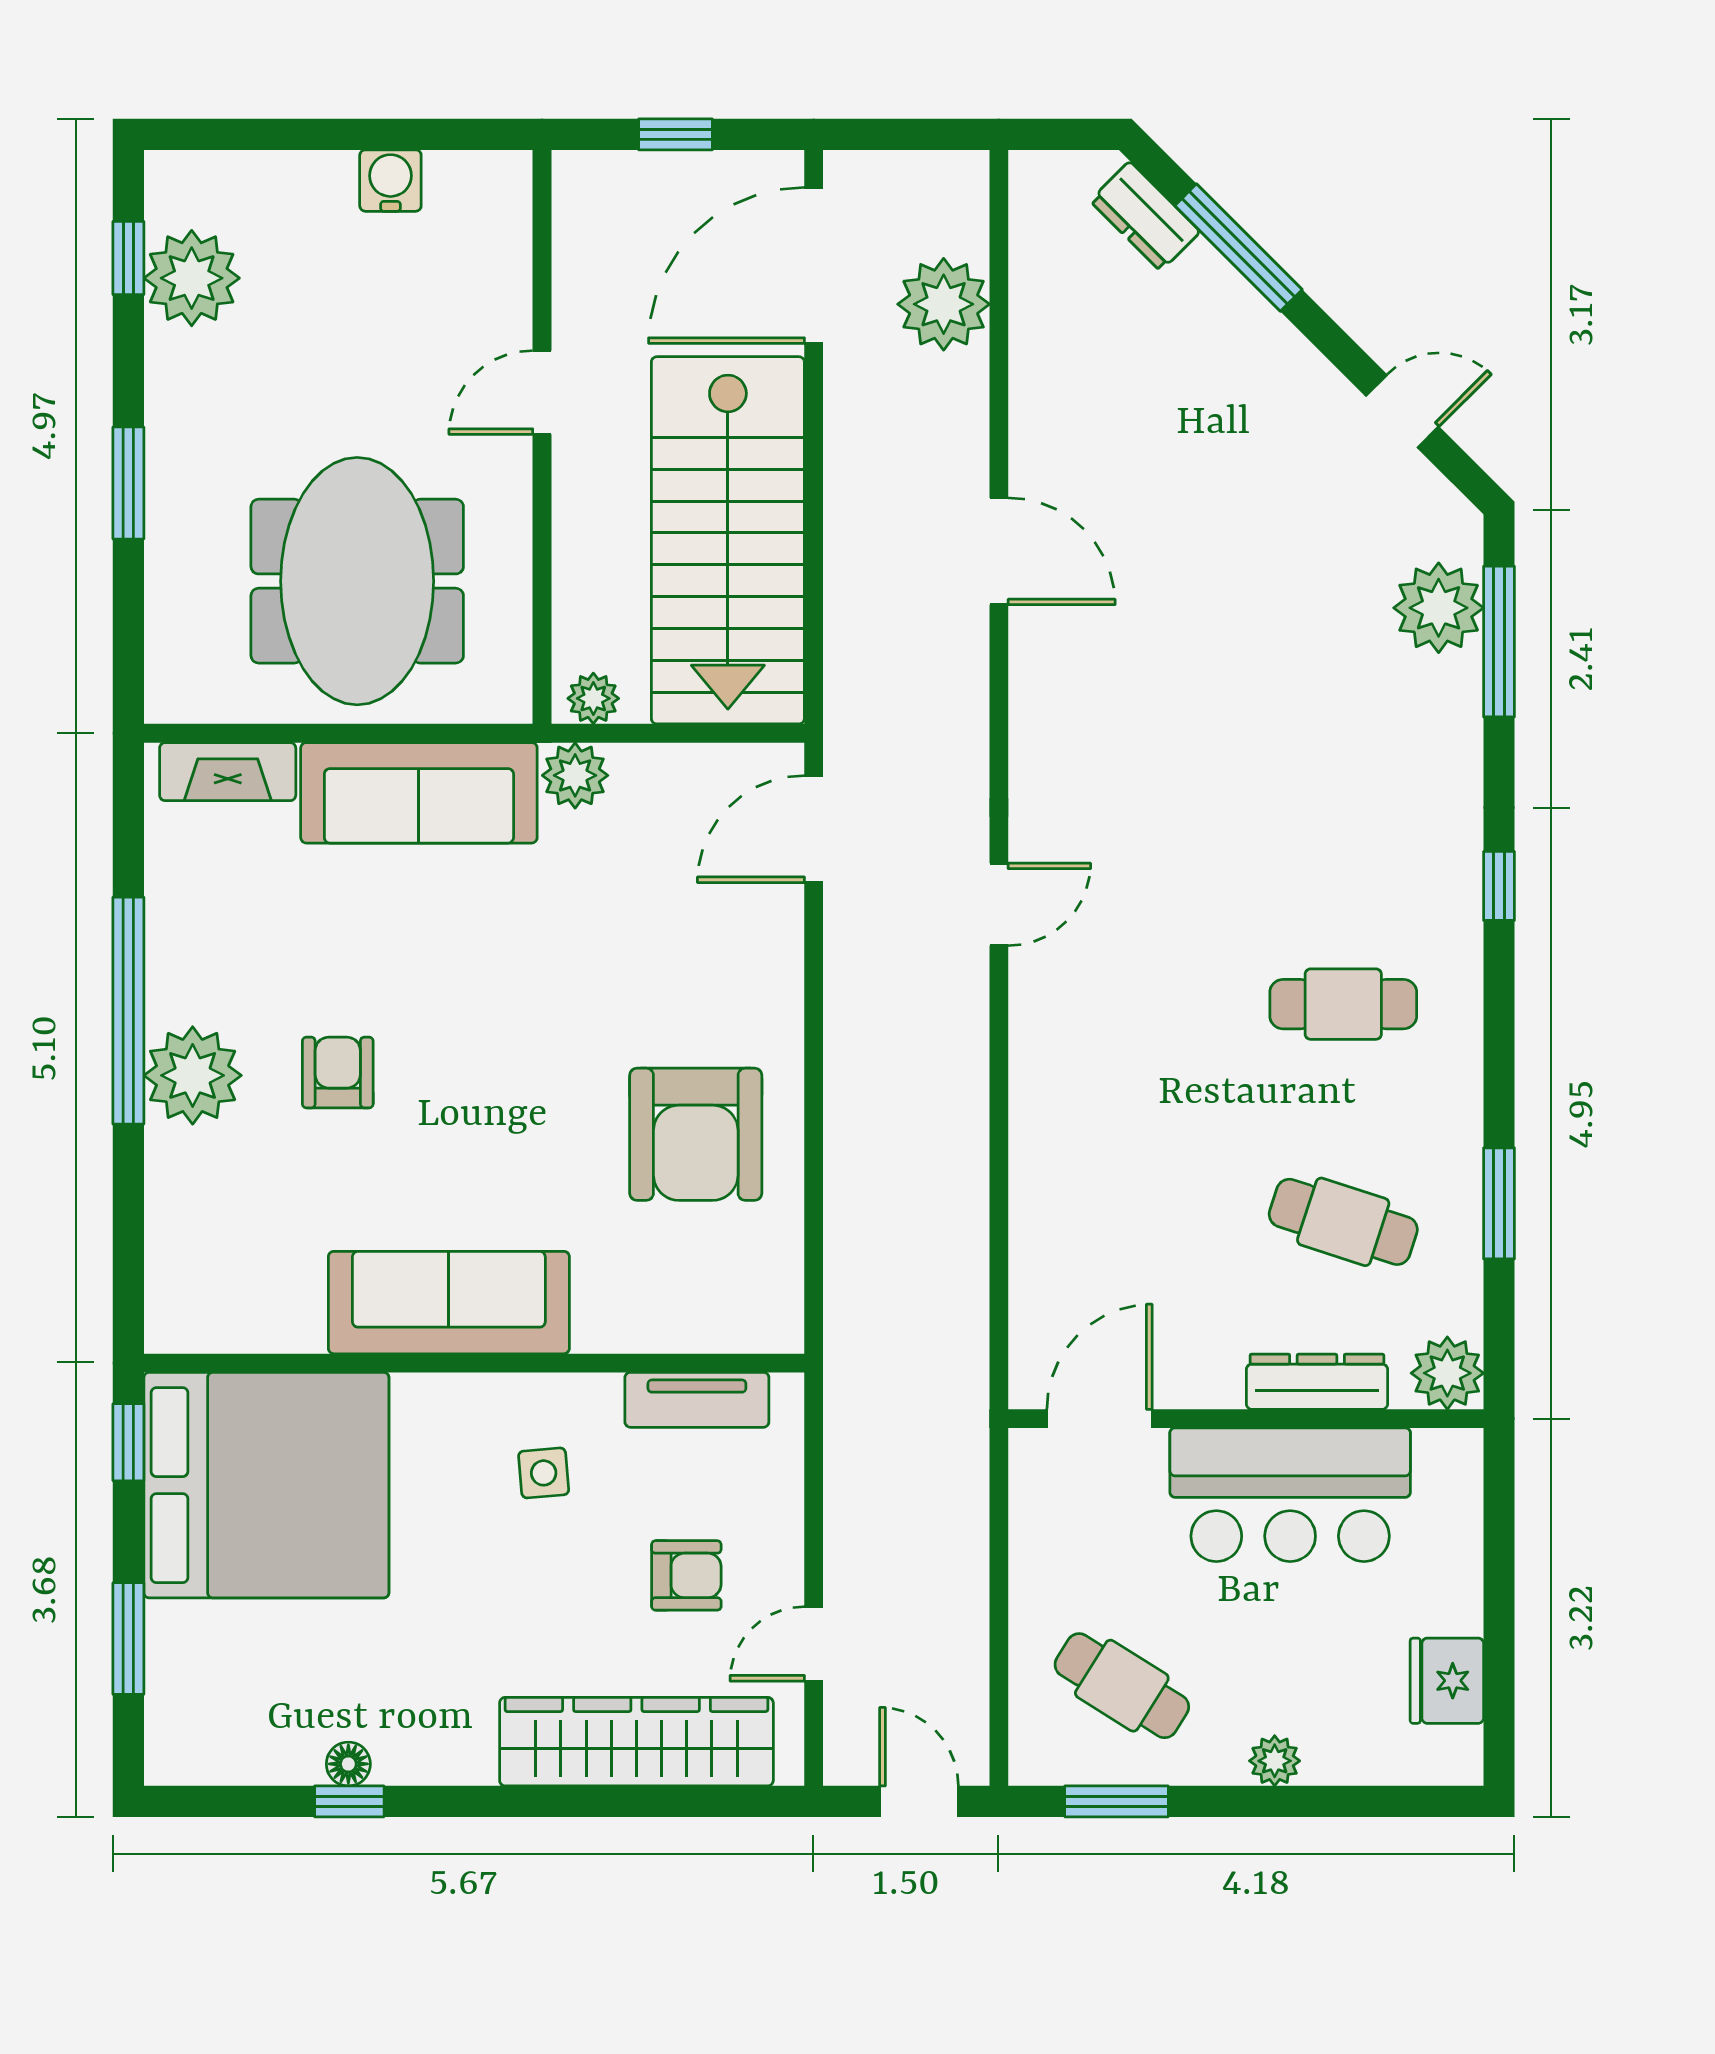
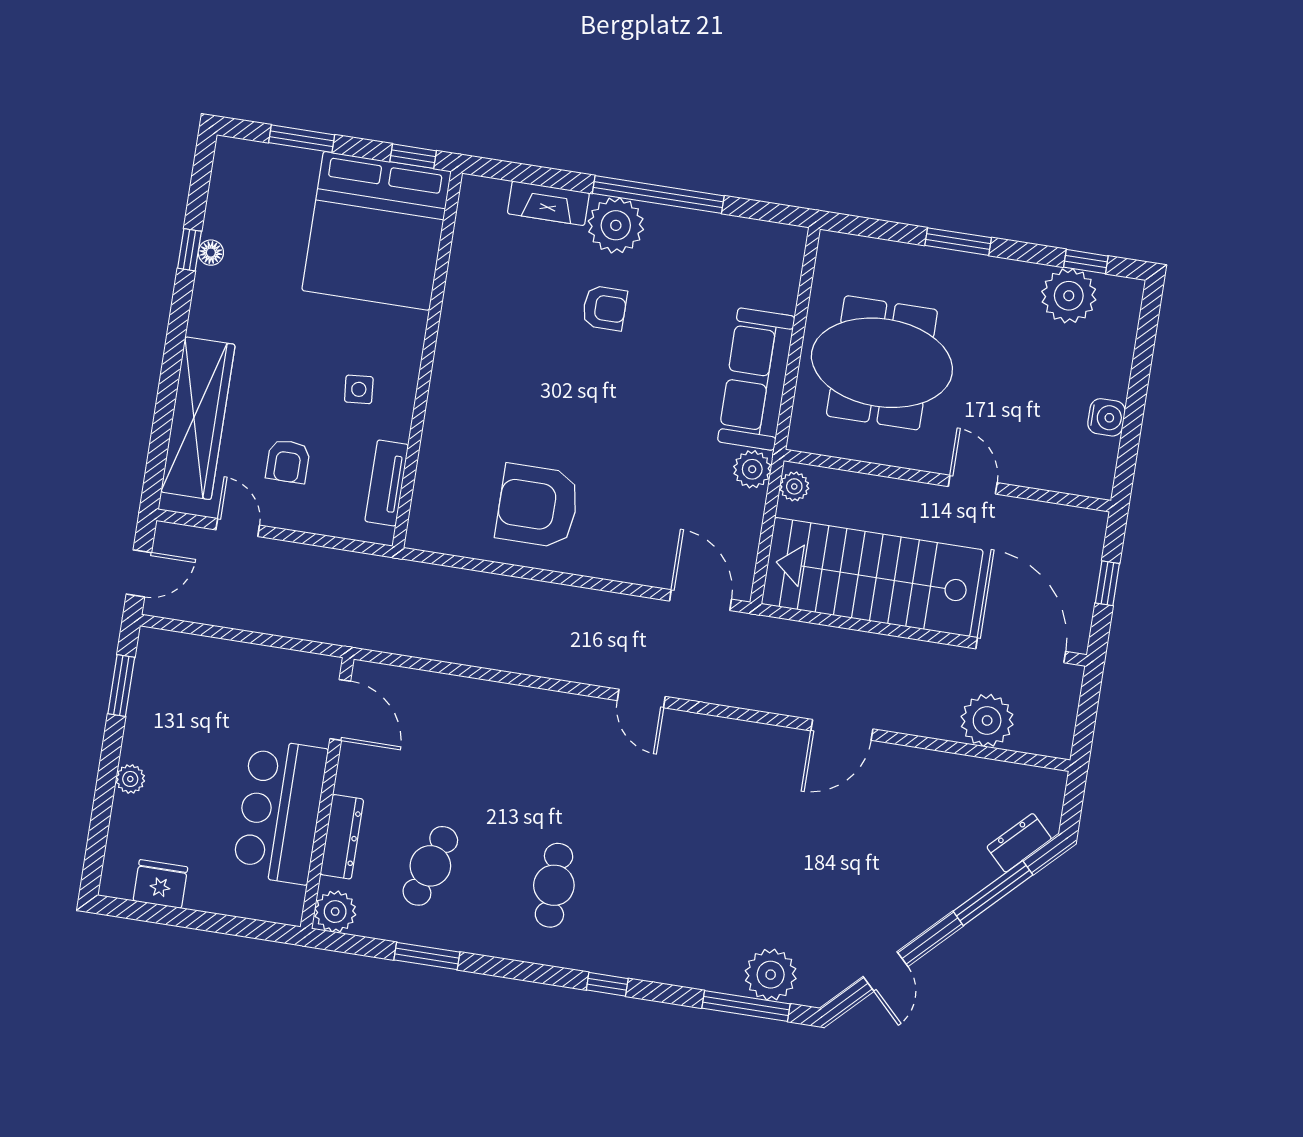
fireplace: (228, 772) -> (548, 203), moved, turned -90
sofa: (449, 1303) -> (464, 351), removed
cafe table: (1122, 1686) -> (187, 699), removed

